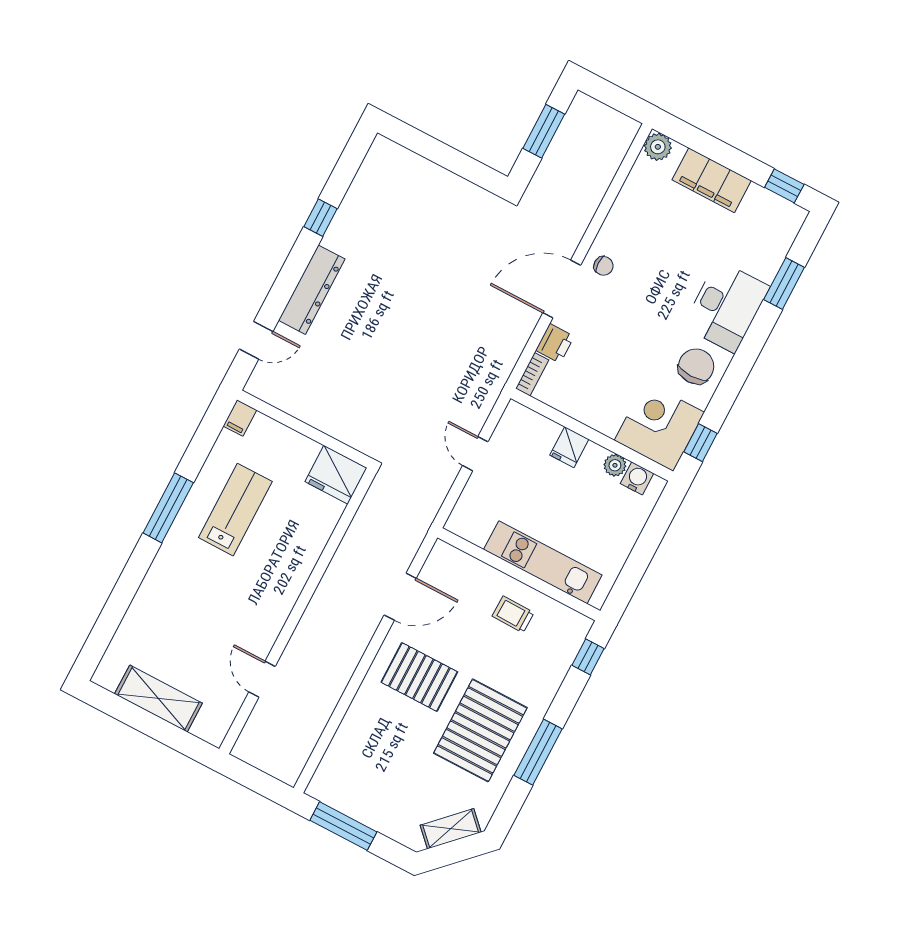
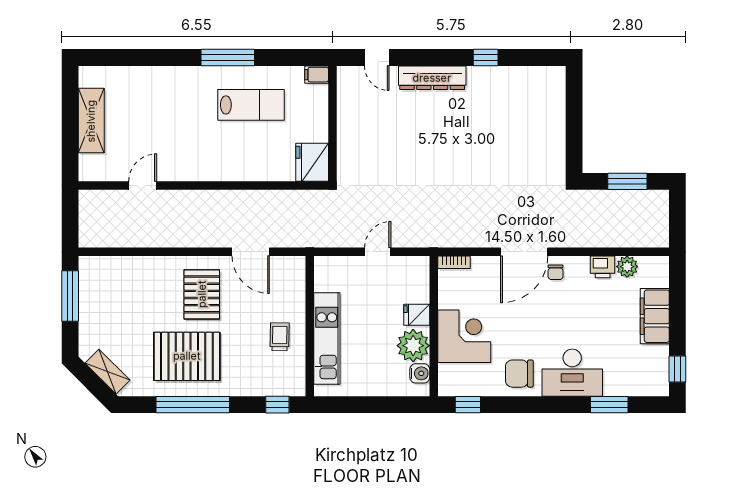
plant: (658, 147) -> (627, 267), moved
door: (562, 289) -> (524, 252), swing flipped
printer: (555, 343) -> (603, 267), moved
chair: (696, 366) -> (519, 374), turned 180
corner desk: (659, 426) -> (464, 336), moved
plant: (615, 465) -> (413, 346), width x1.88, depth x1.88
window: (538, 752) -> (193, 405), width x1.46

